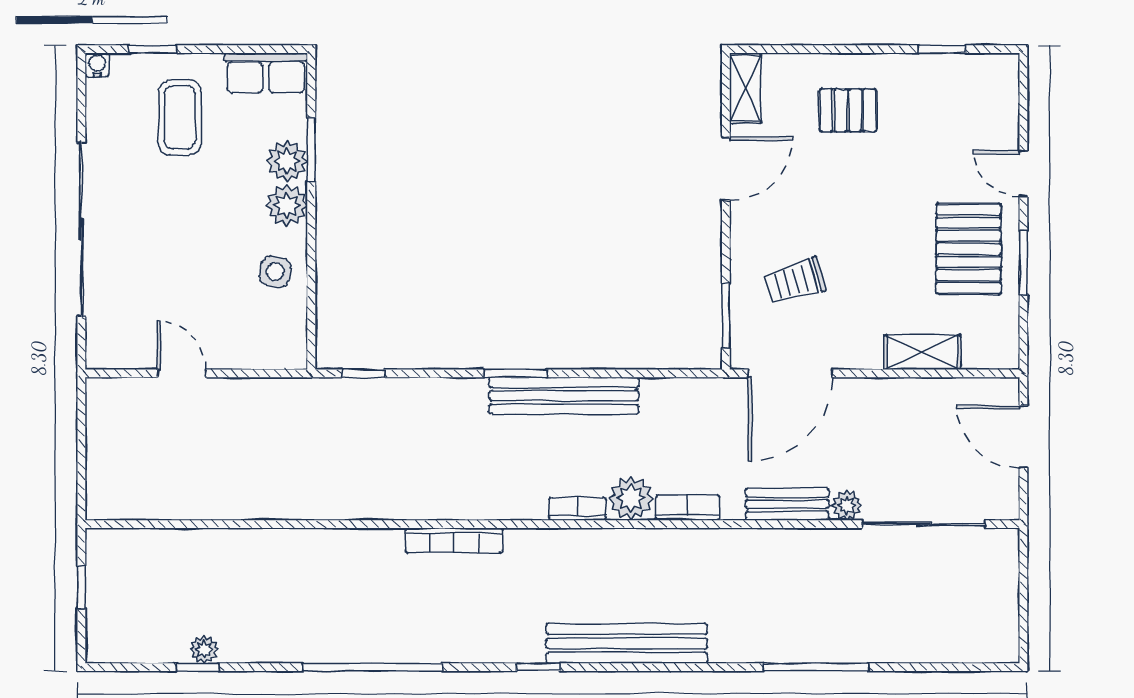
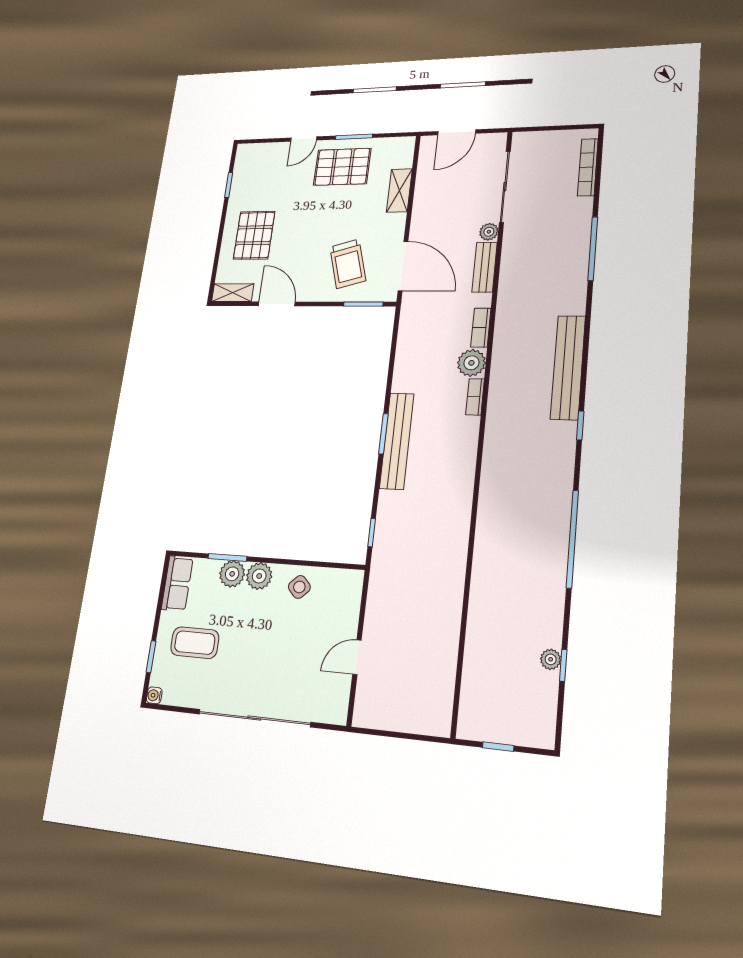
pallet: (848, 110) -> (254, 235), width x1.50, depth x1.42
side table: (275, 272) -> (299, 587), turned 36
trolley: (795, 281) -> (348, 264), width x1.36, depth x1.39
bench: (564, 396) -> (397, 441), moved
bookcase: (454, 540) -> (588, 167), moved, turned 180

